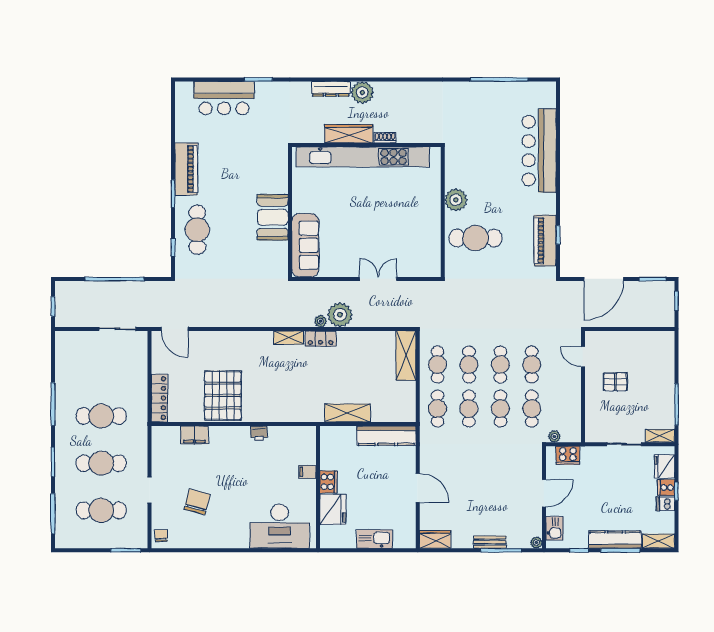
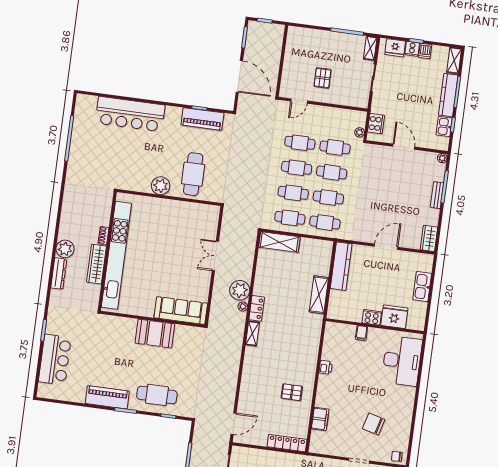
pallet: (223, 396) -> (292, 392), width x0.49, depth x0.50
kitchen sink: (554, 528) -> (444, 127), moved, turned -90

